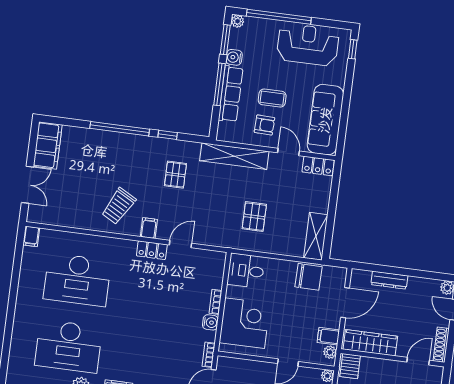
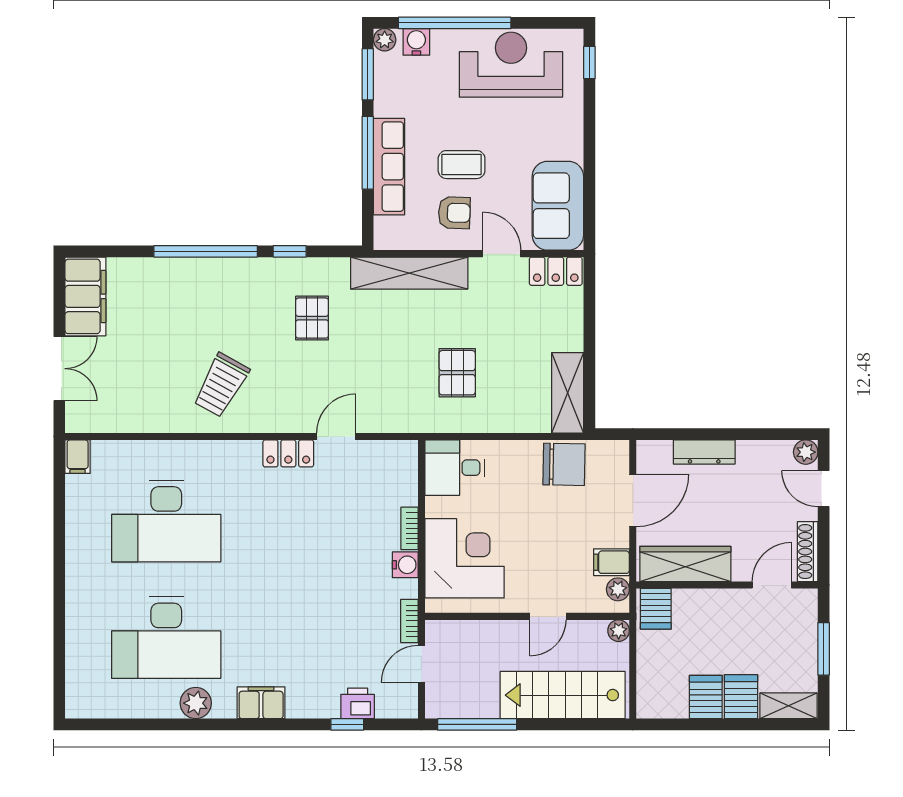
water cooler: (234, 57) -> (416, 42), moved, turned 90
sofa: (325, 120) -> (558, 206), width x0.73
filing cabinet: (149, 228) -> (278, 416), removed

